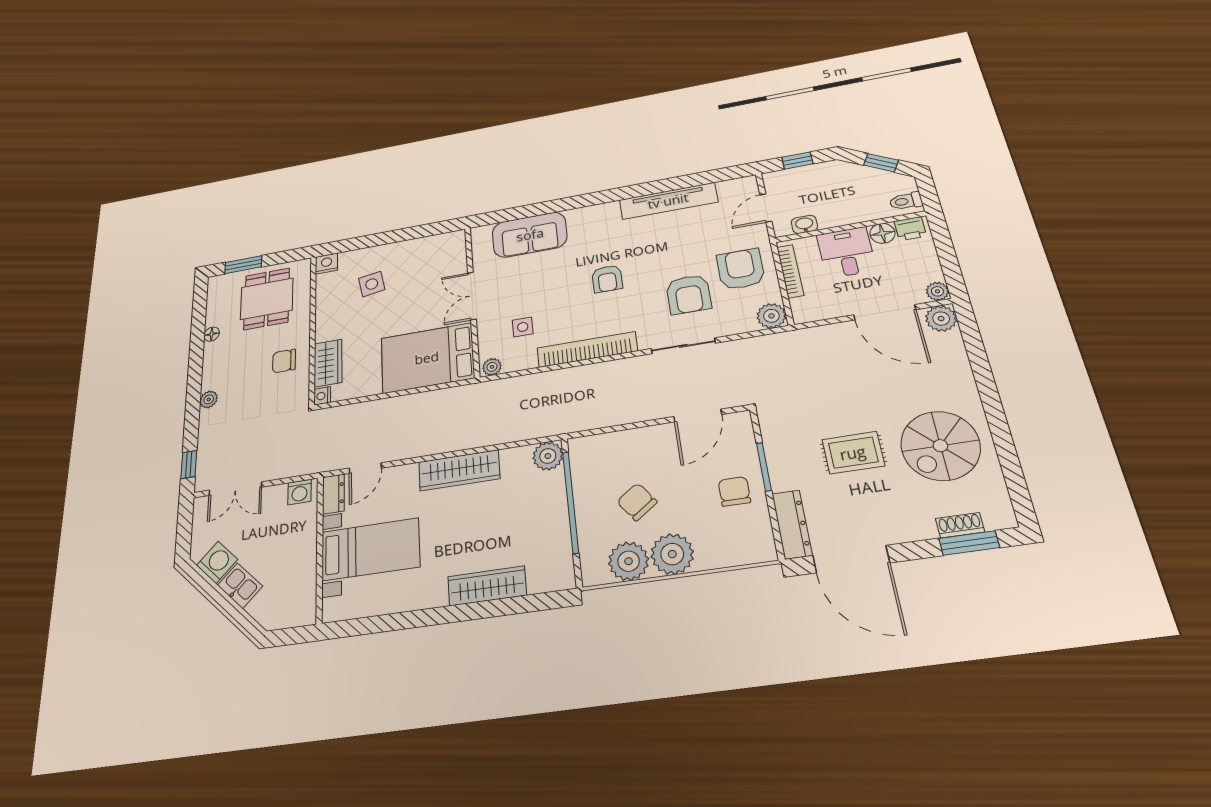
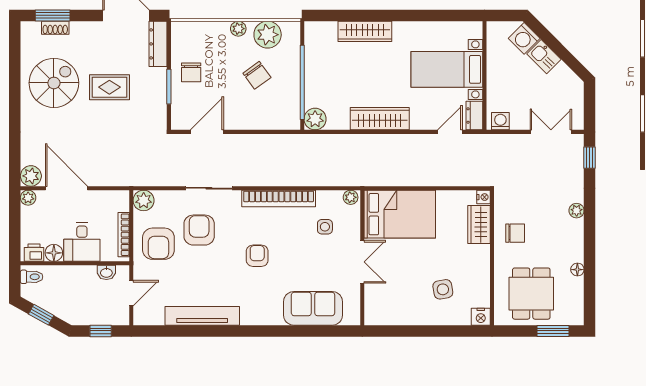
plant: (672, 554) -> (238, 29), width x0.53, depth x0.53
washing machine: (217, 562) -> (524, 38), moved

